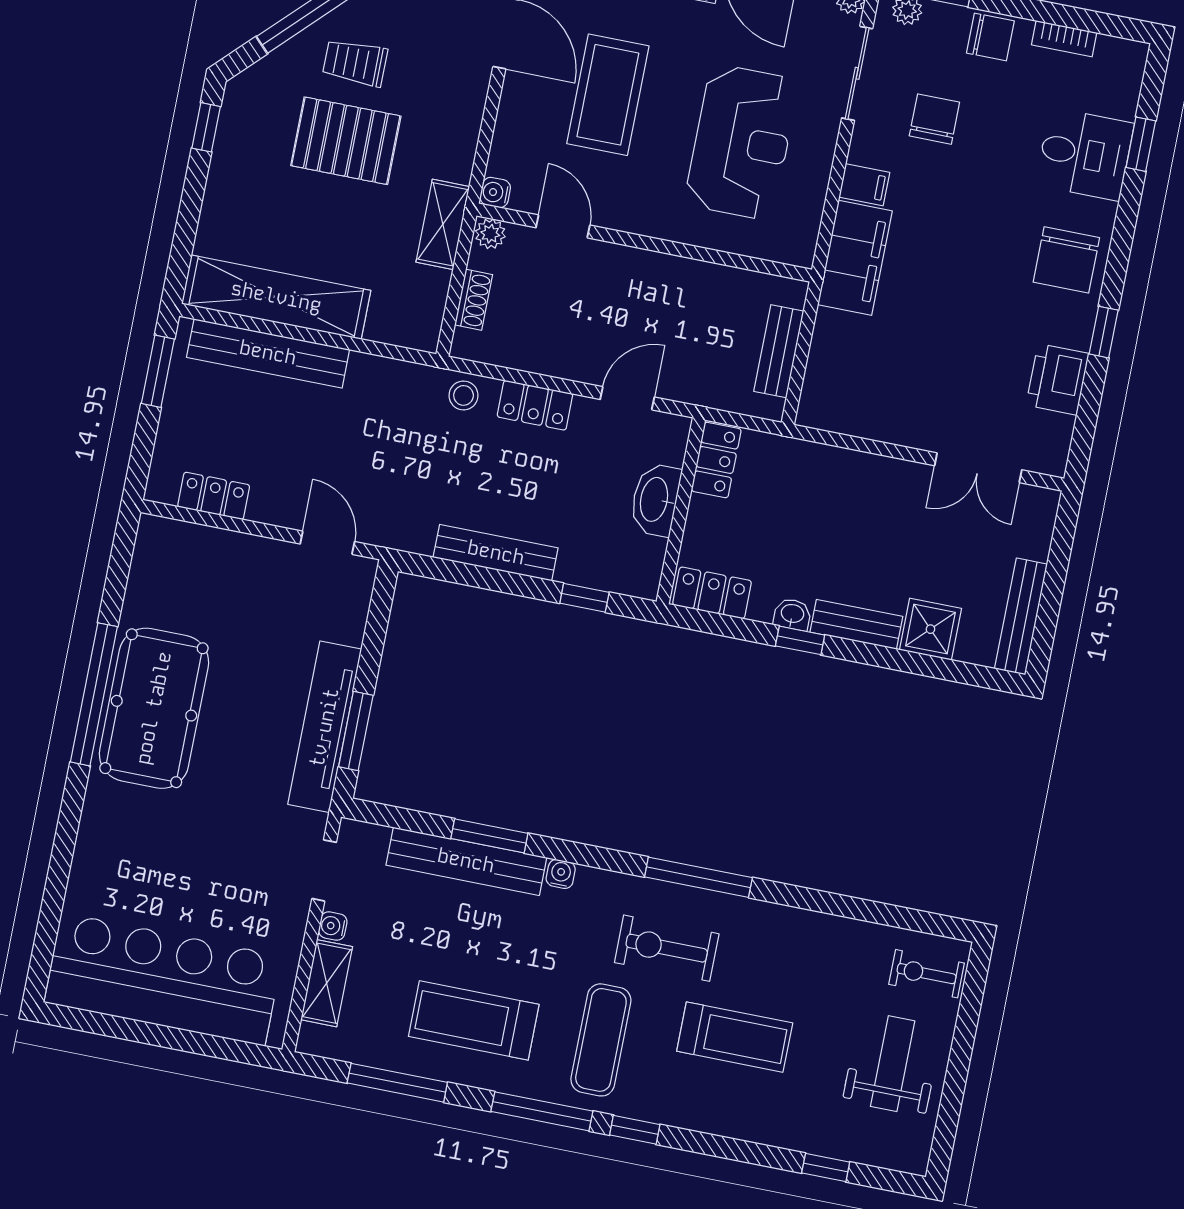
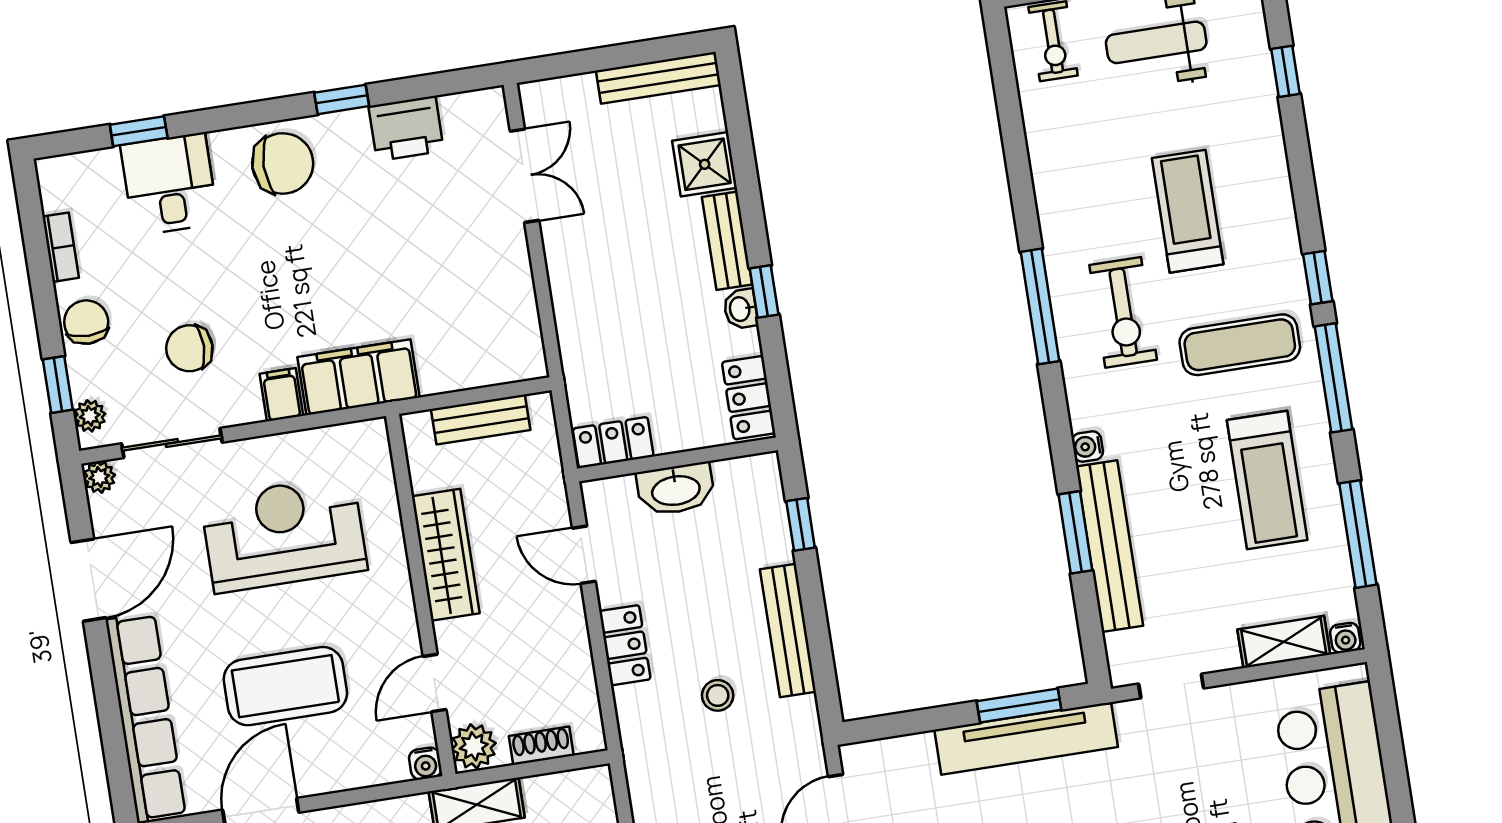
plant: (490, 234) -> (474, 746), width x1.38, depth x1.38
wardrobe: (672, 277) -> (446, 555), added
stool: (464, 395) -> (718, 695), moved
water cooler: (333, 926) -> (1345, 638), moved

